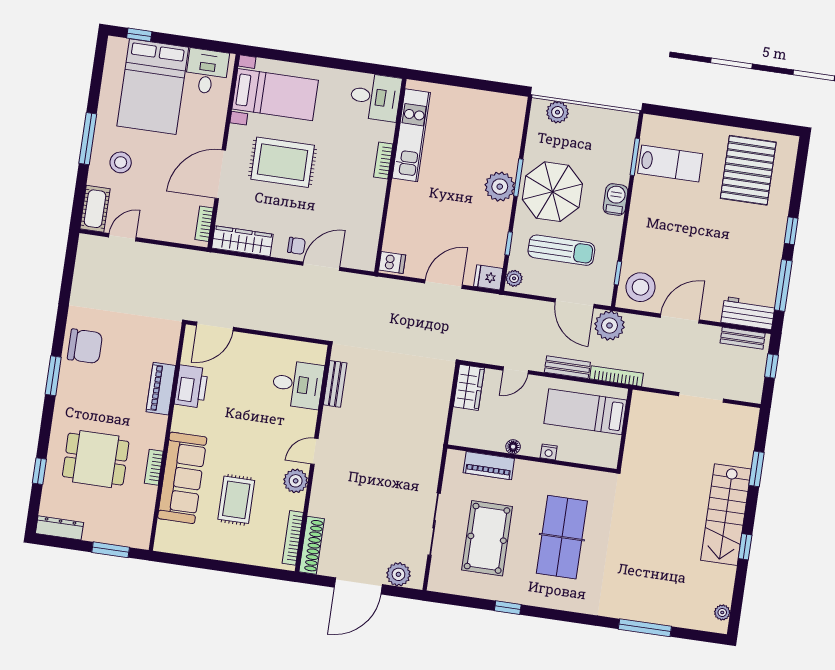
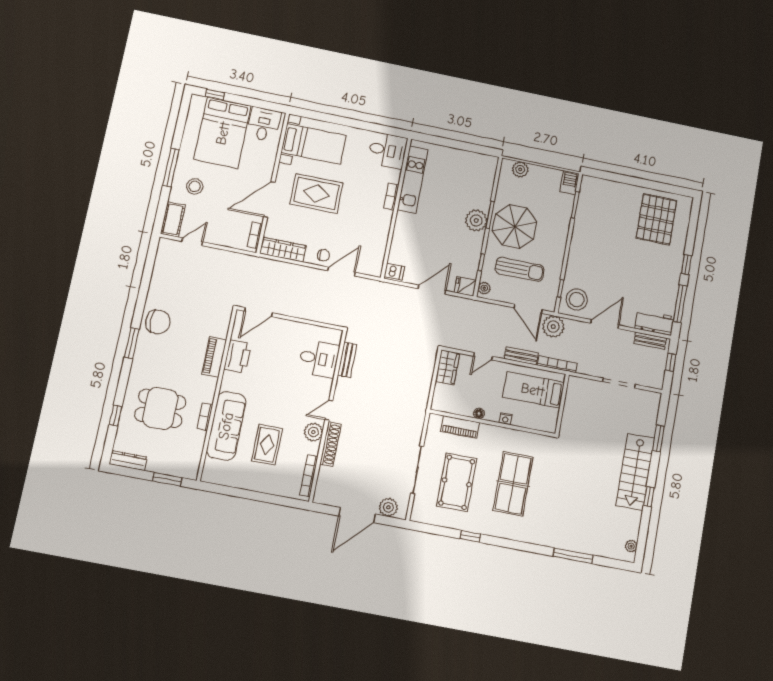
lab bench: (670, 163) -> (601, 211), removed
barbecue: (616, 199) -> (569, 183), moved
shoe rack: (312, 545) -> (331, 444), moved

